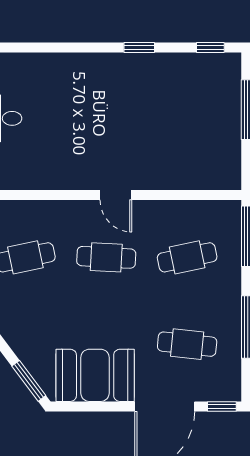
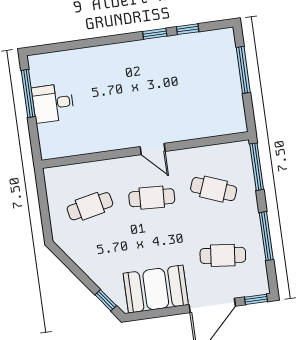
window: (210, 48) -> (188, 29), moved
cafe table: (187, 257) -> (214, 189), turned 33
window: (29, 381) -> (106, 300), width x0.67

